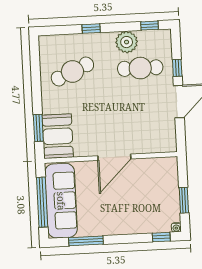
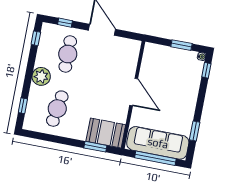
window: (91, 29) -> (23, 106), moved
plant: (127, 42) -> (41, 76), moved
window: (177, 68) -> (65, 23), moved
cafe table: (72, 71) -> (57, 109), turned 33
window: (86, 241) -> (195, 131), width x0.69

